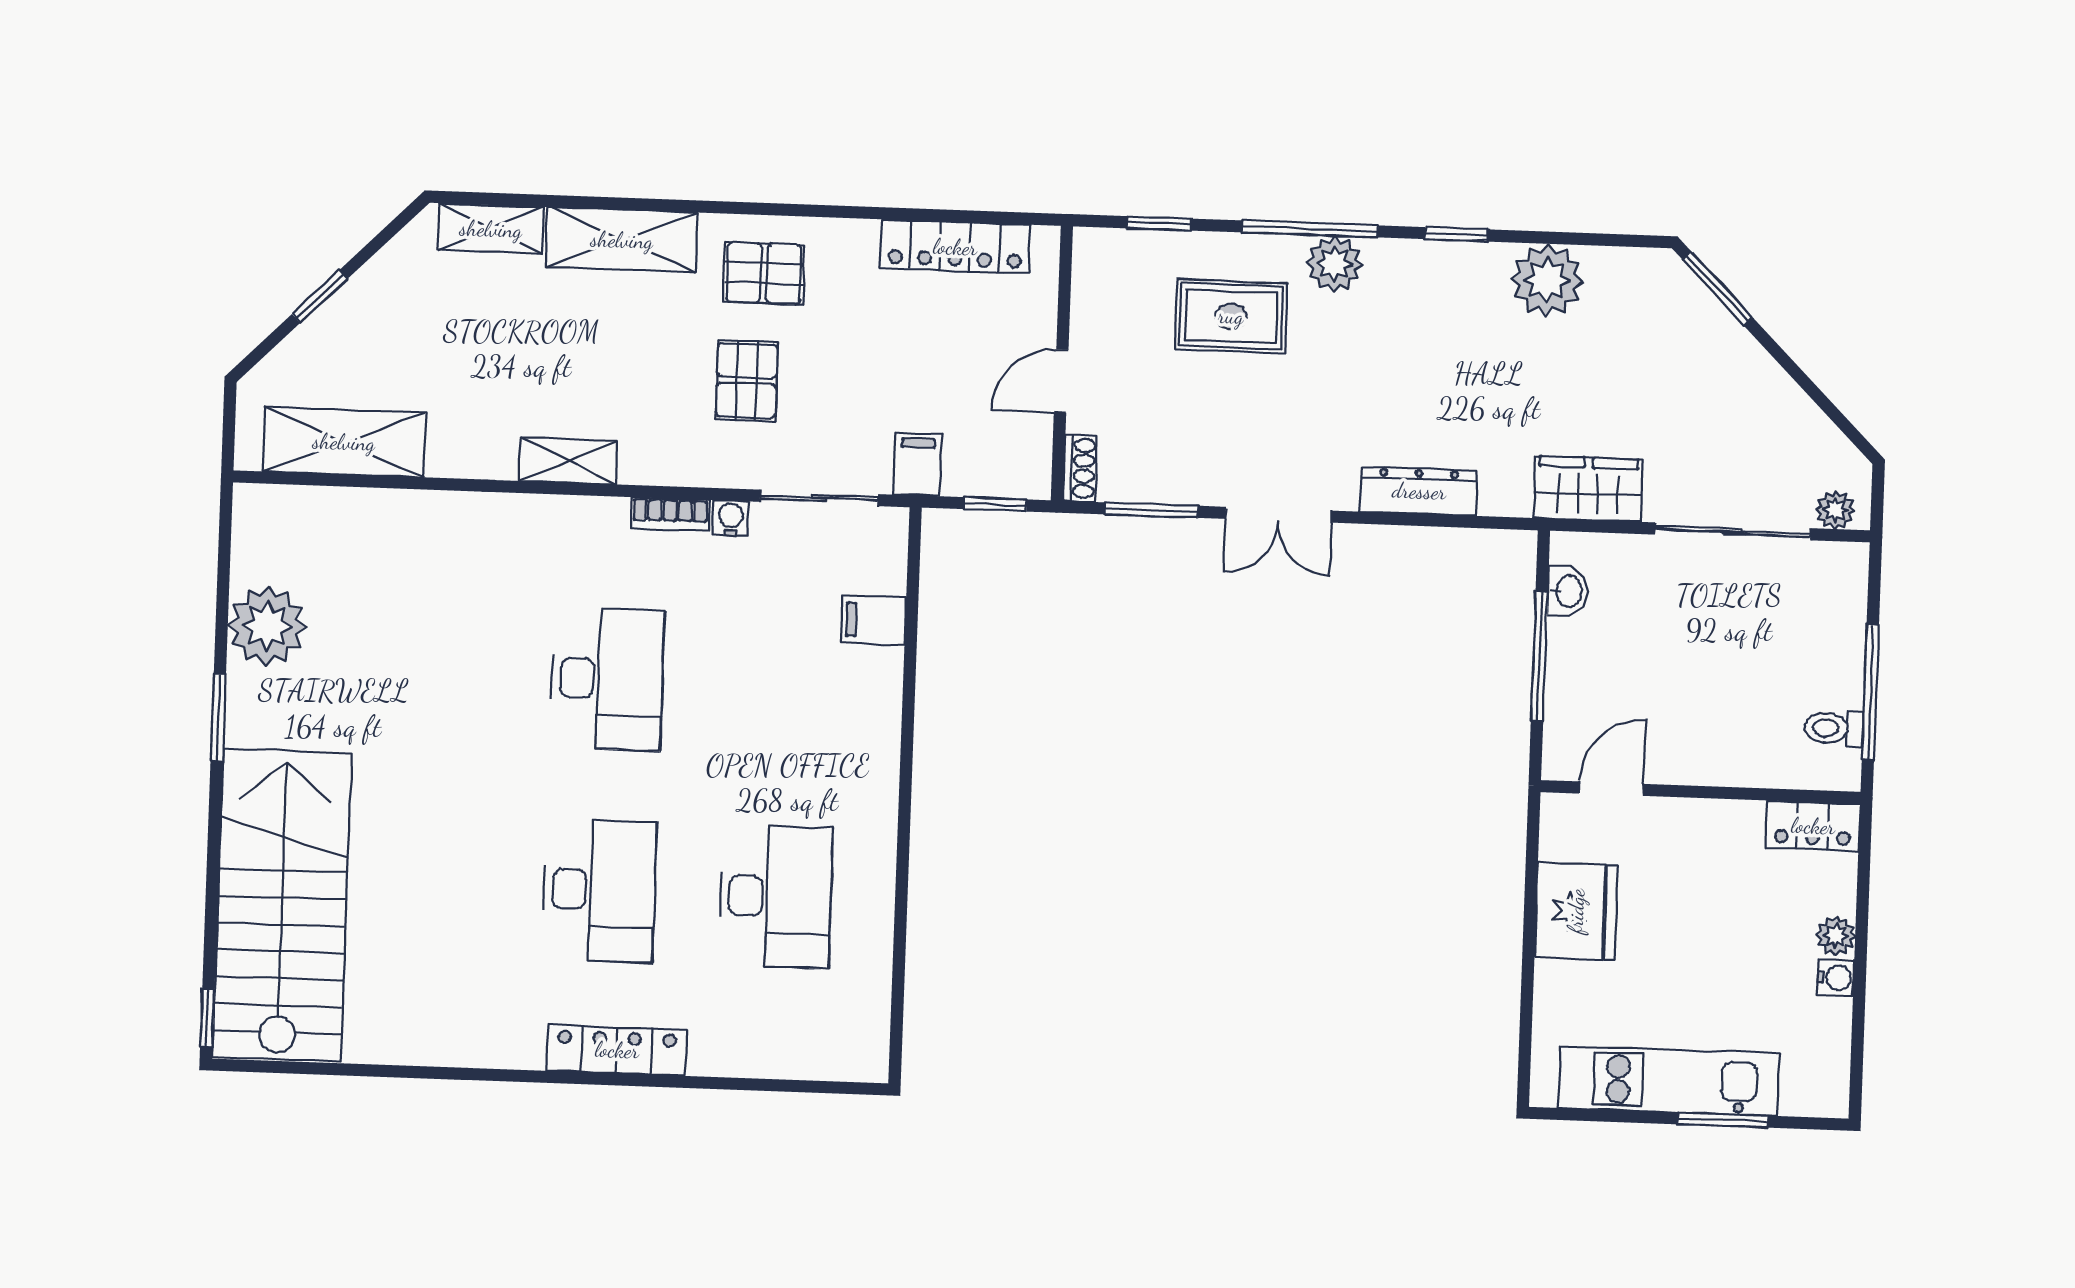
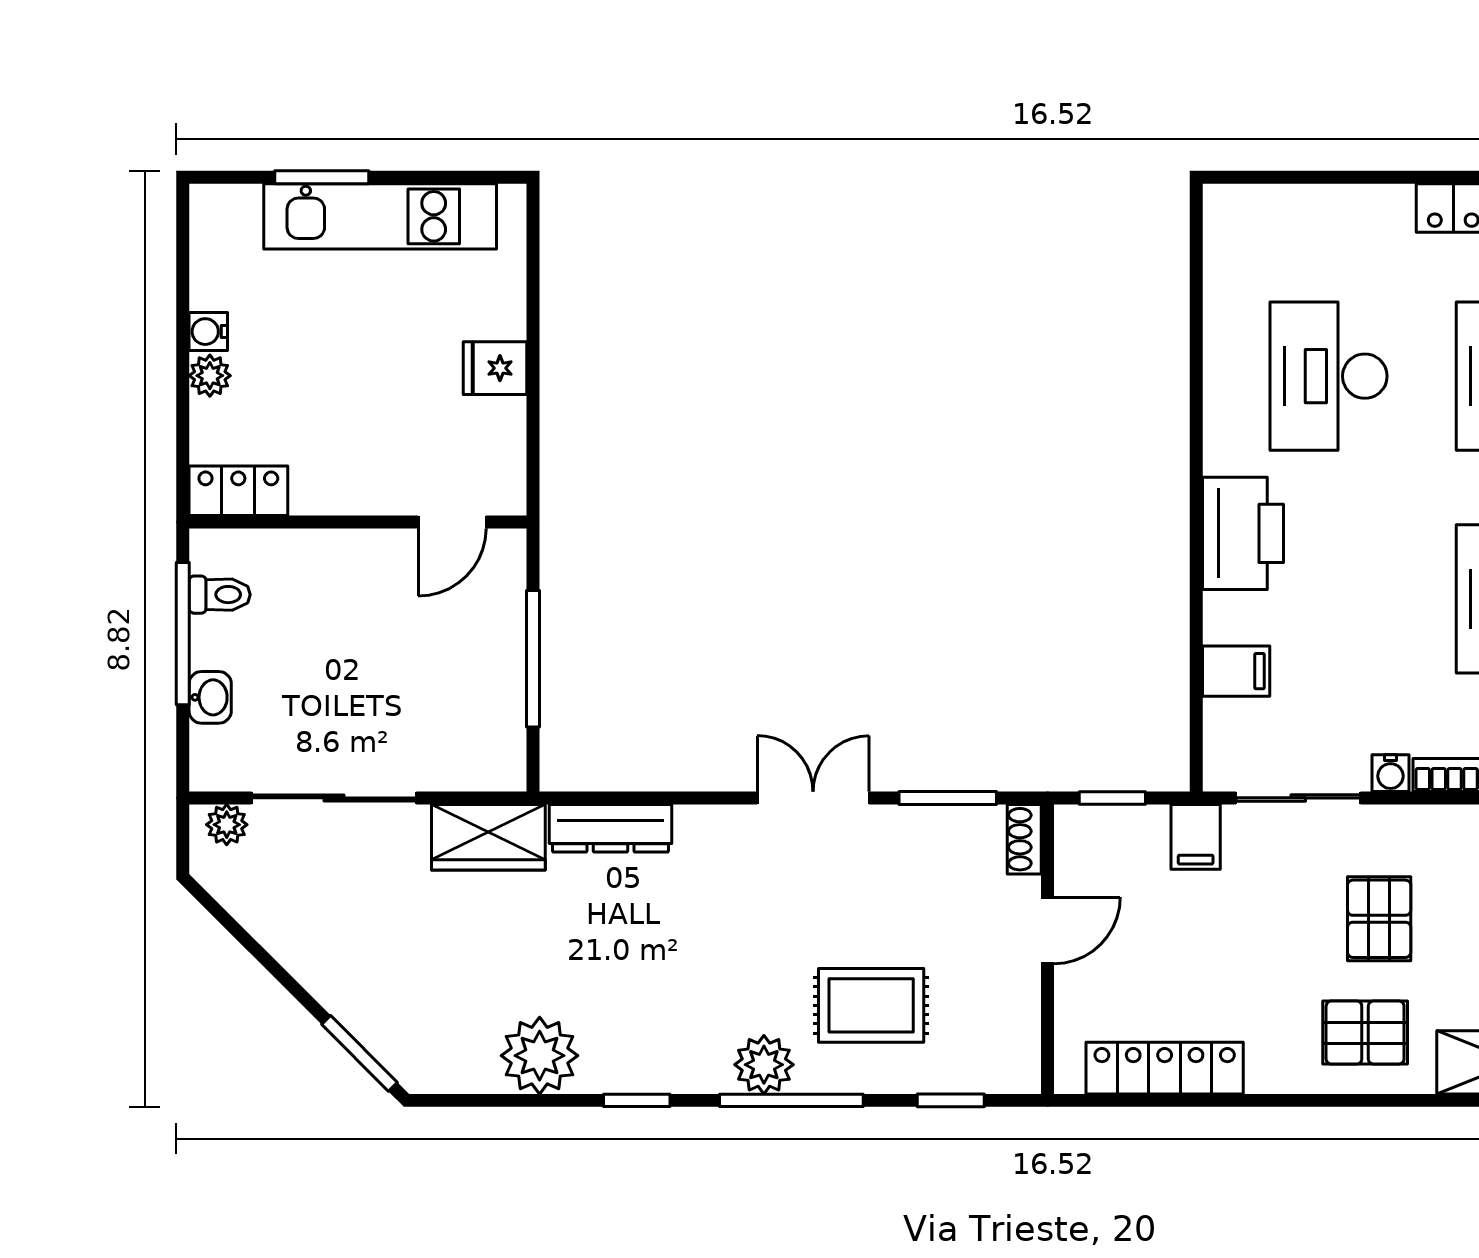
dresser: (1419, 491) -> (610, 828), moved
washbasin: (1568, 591) -> (210, 697), moved, turned 180
printer: (862, 750) -> (1243, 533), added
fridge: (1576, 911) -> (495, 368), width x0.53, depth x0.75

